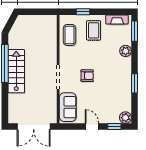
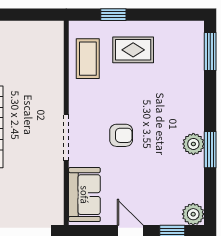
fireplace: (117, 20) -> (177, 29), removed
rug: (94, 30) -> (133, 50), turned 90
plant: (126, 51) -> (193, 144), moved

